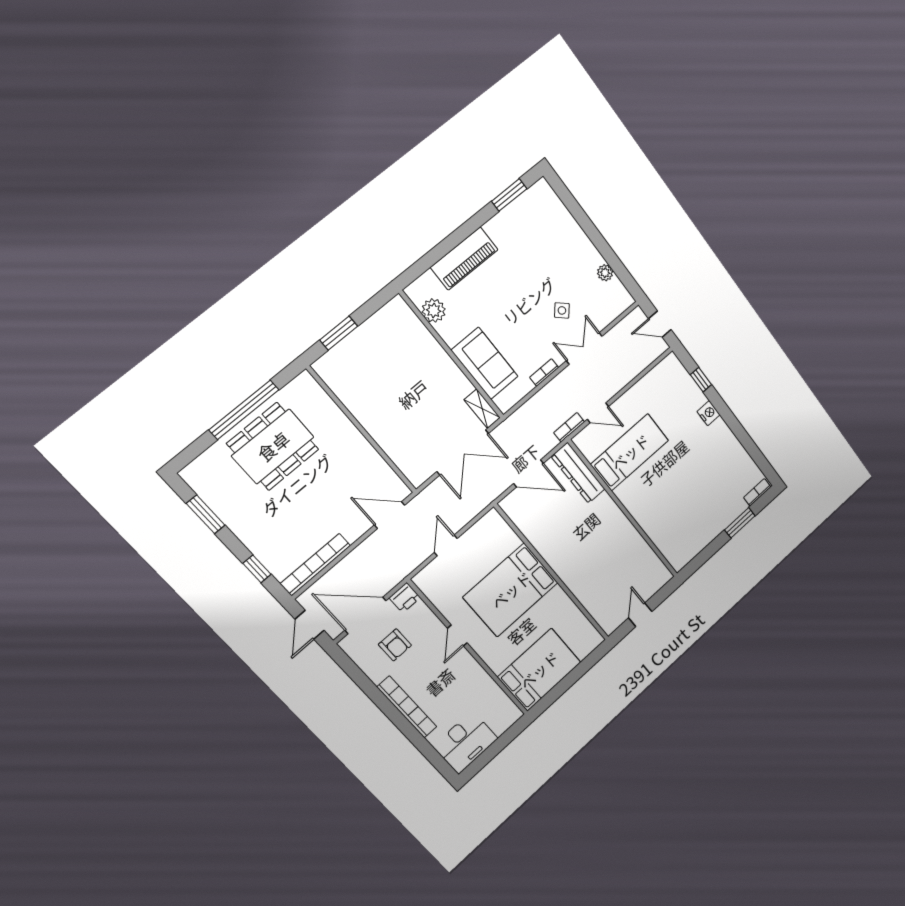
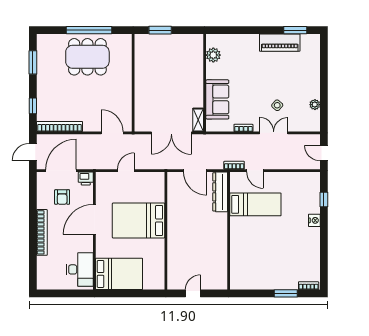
piano: (464, 259) -> (280, 43), moved
door: (365, 615) -> (61, 171), hinge flipped
door: (457, 636) -> (94, 220), width x1.87
desk: (466, 742) -> (80, 269), moved, turned -90

